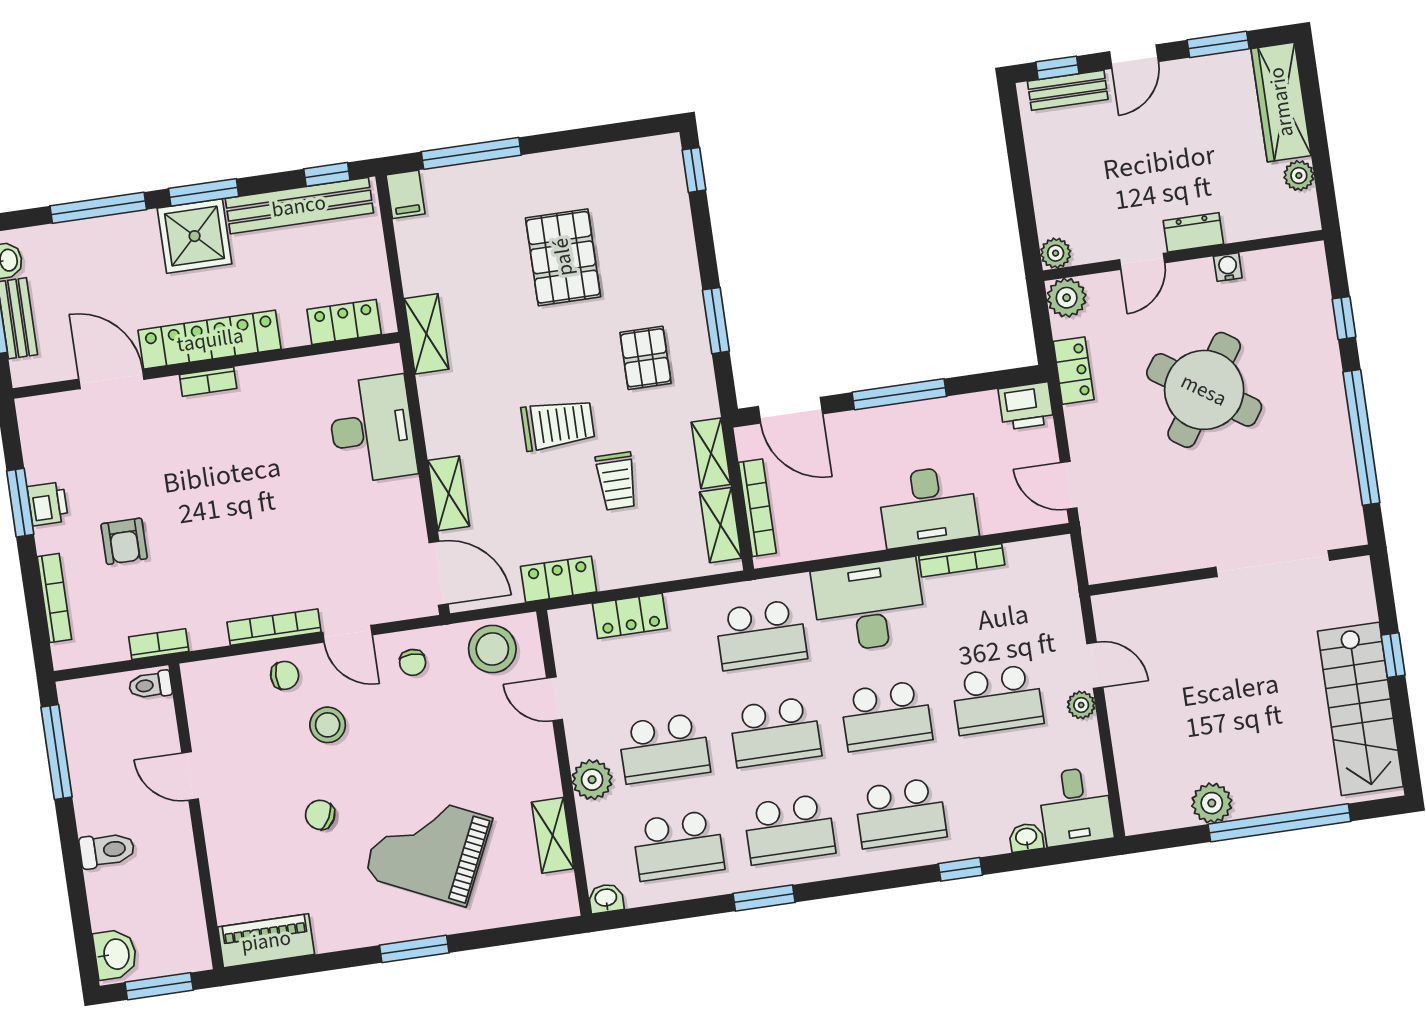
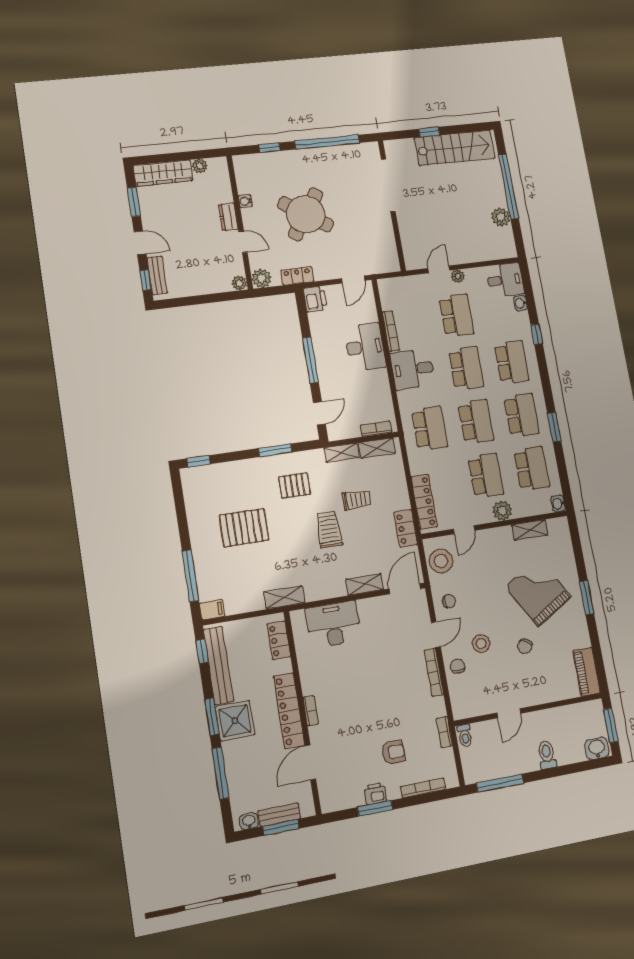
door: (791, 410) -> (319, 413), width x0.73
bookcase: (757, 508) -> (376, 429), width x0.64
desk: (869, 605) -> (413, 369), width x0.73
locker: (630, 616) -> (424, 502), width x1.53
grand piano: (428, 847) -> (538, 592), turned 124

